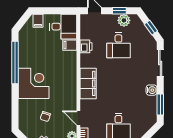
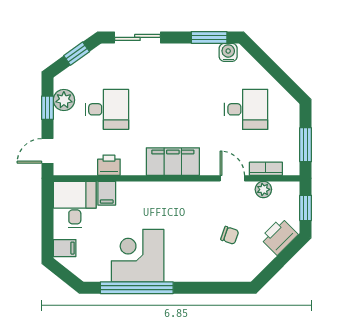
corner desk: (34, 83) -> (138, 256), moved
water cooler: (152, 90) -> (228, 52), moved
door: (78, 118) -> (232, 178), swing flipped

